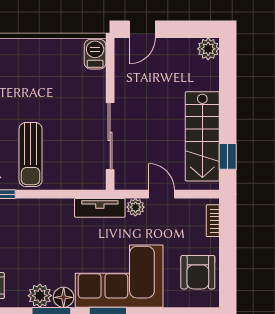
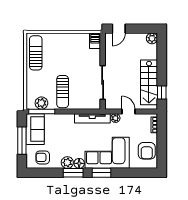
tv unit: (100, 208) -> (92, 118), width x1.41

